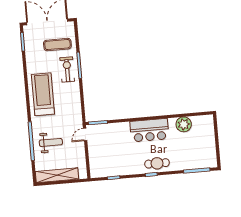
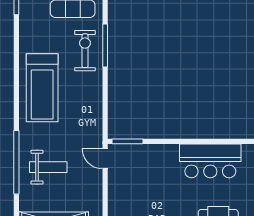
treadmill: (43, 94) -> (42, 88), turned 180
door: (85, 134) -> (105, 159), hinge flipped

